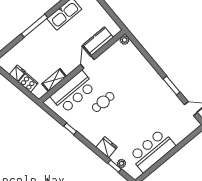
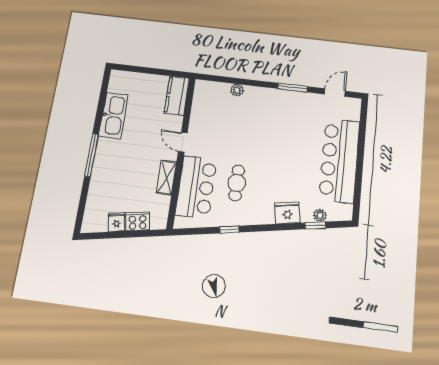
plant: (125, 40) -> (237, 90), moved
kitchen counter: (98, 41) -> (177, 96), moved
shelving: (54, 80) -> (166, 178), moved
cafe table: (103, 102) -> (237, 183), moved
bar counter: (152, 151) -> (339, 160), width x1.36

